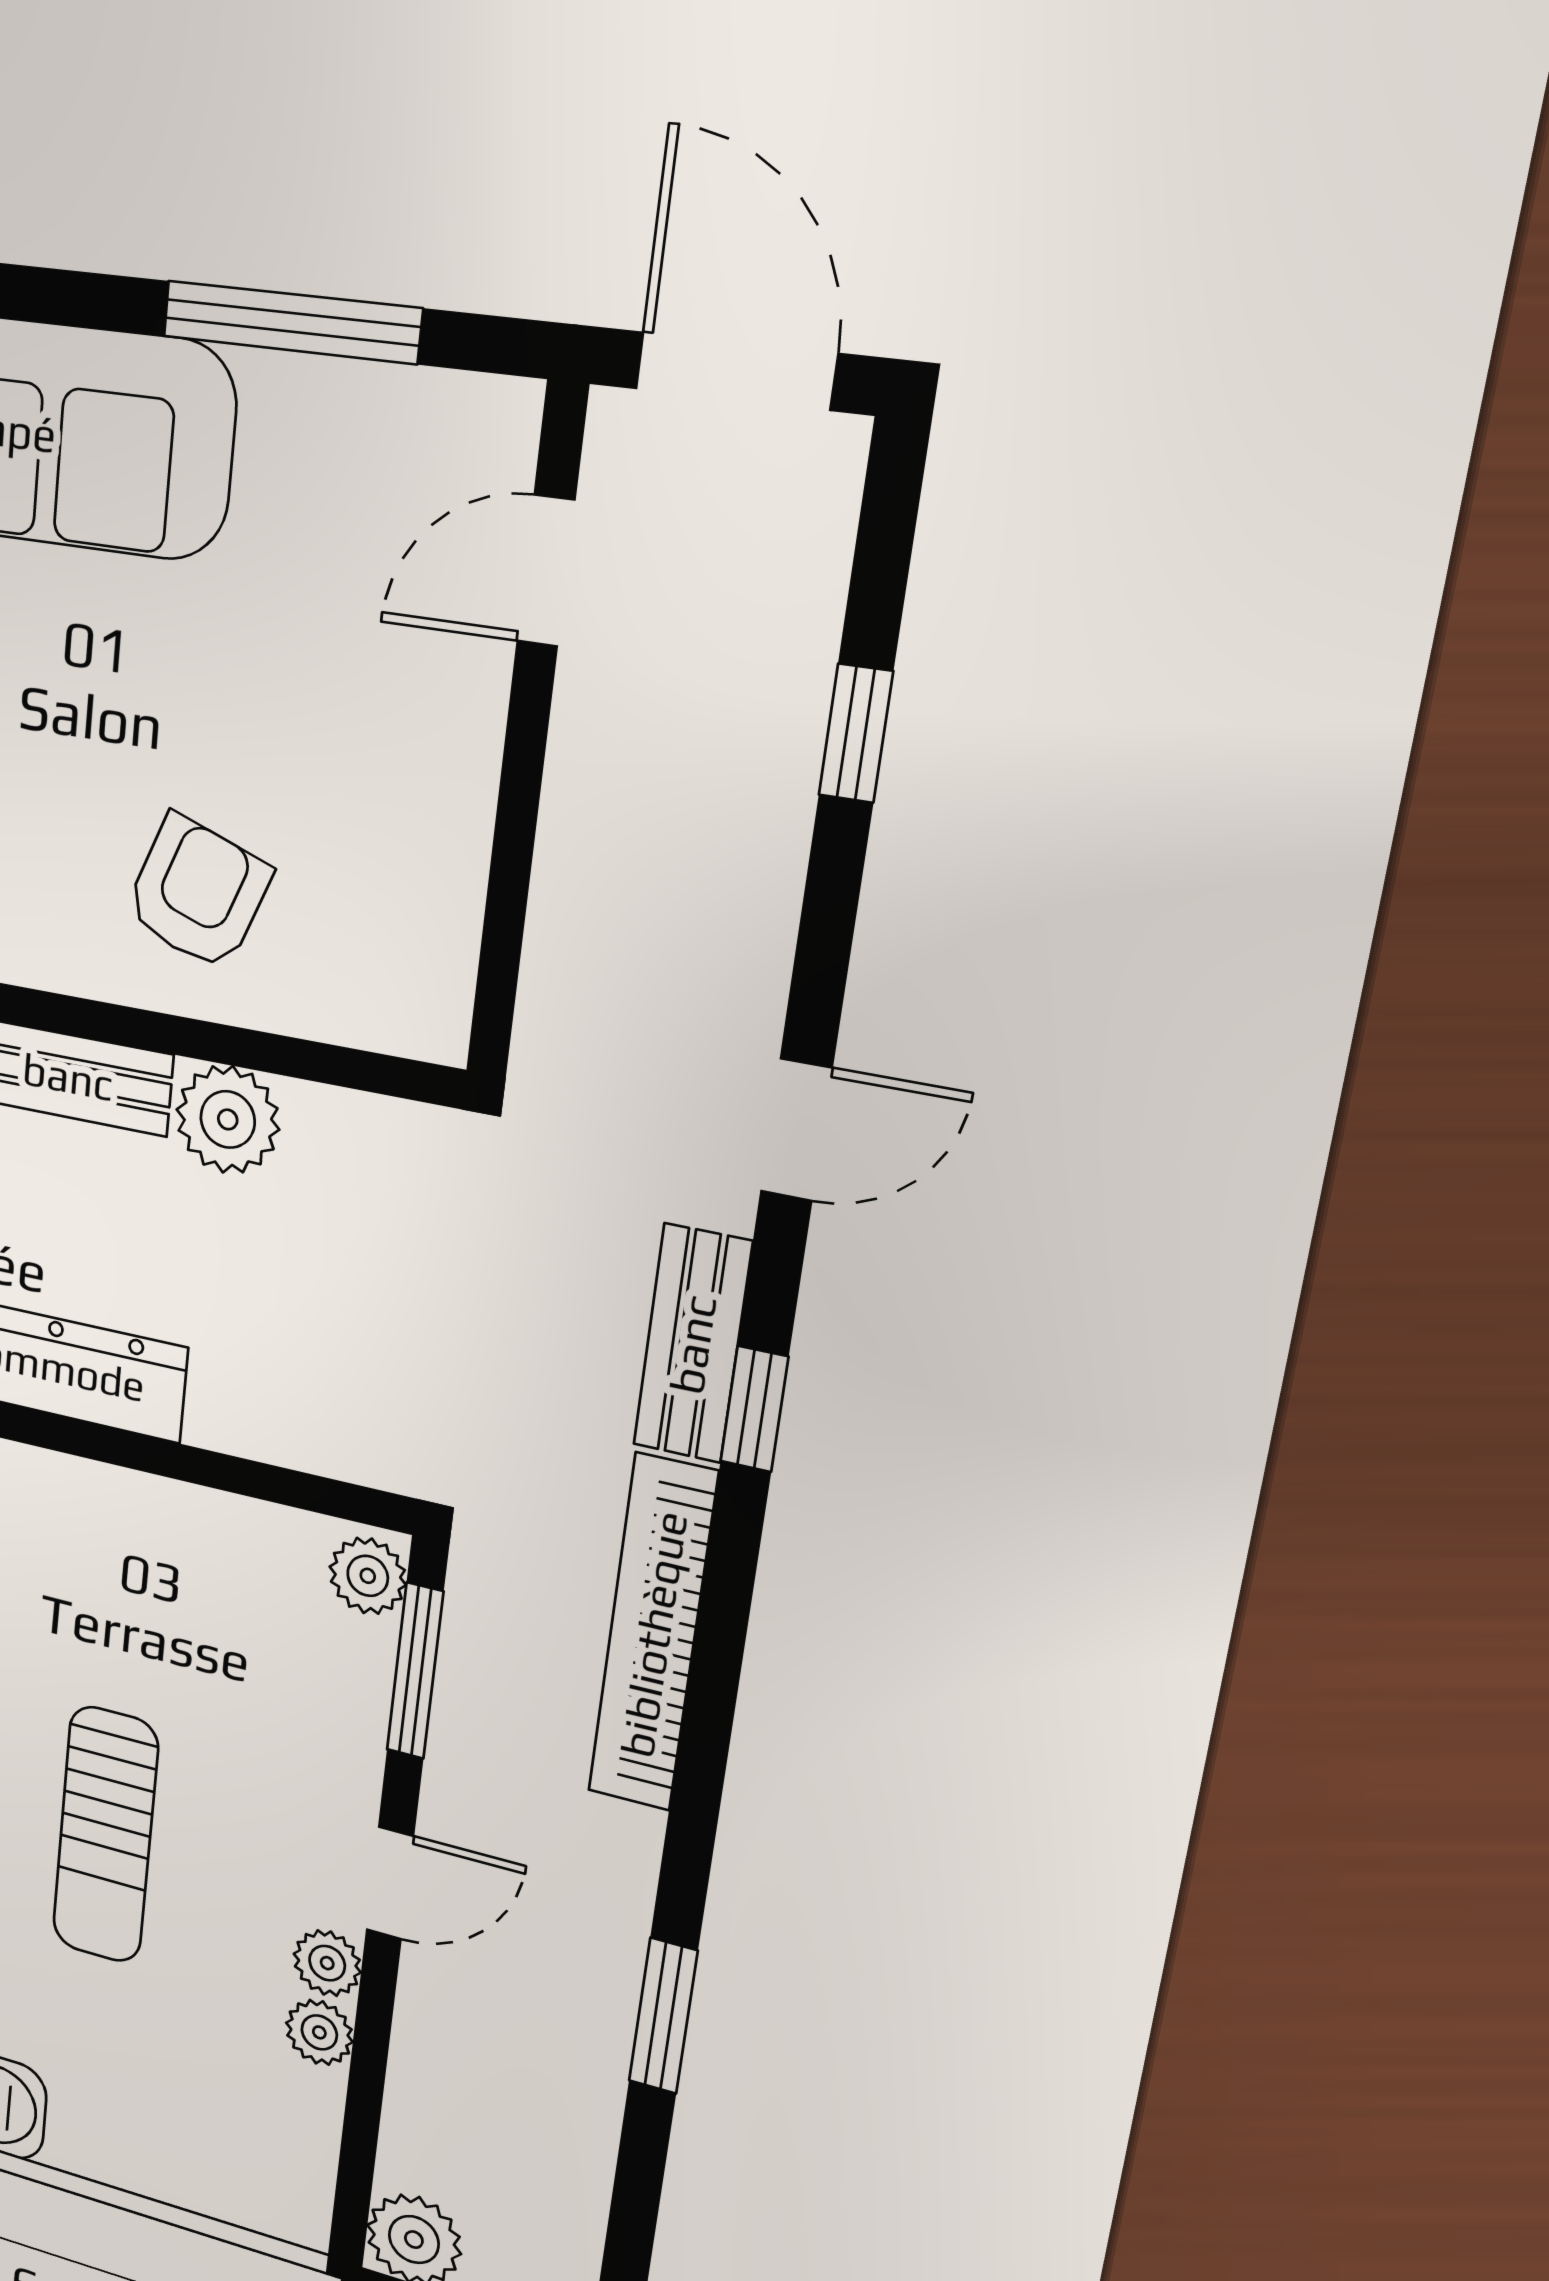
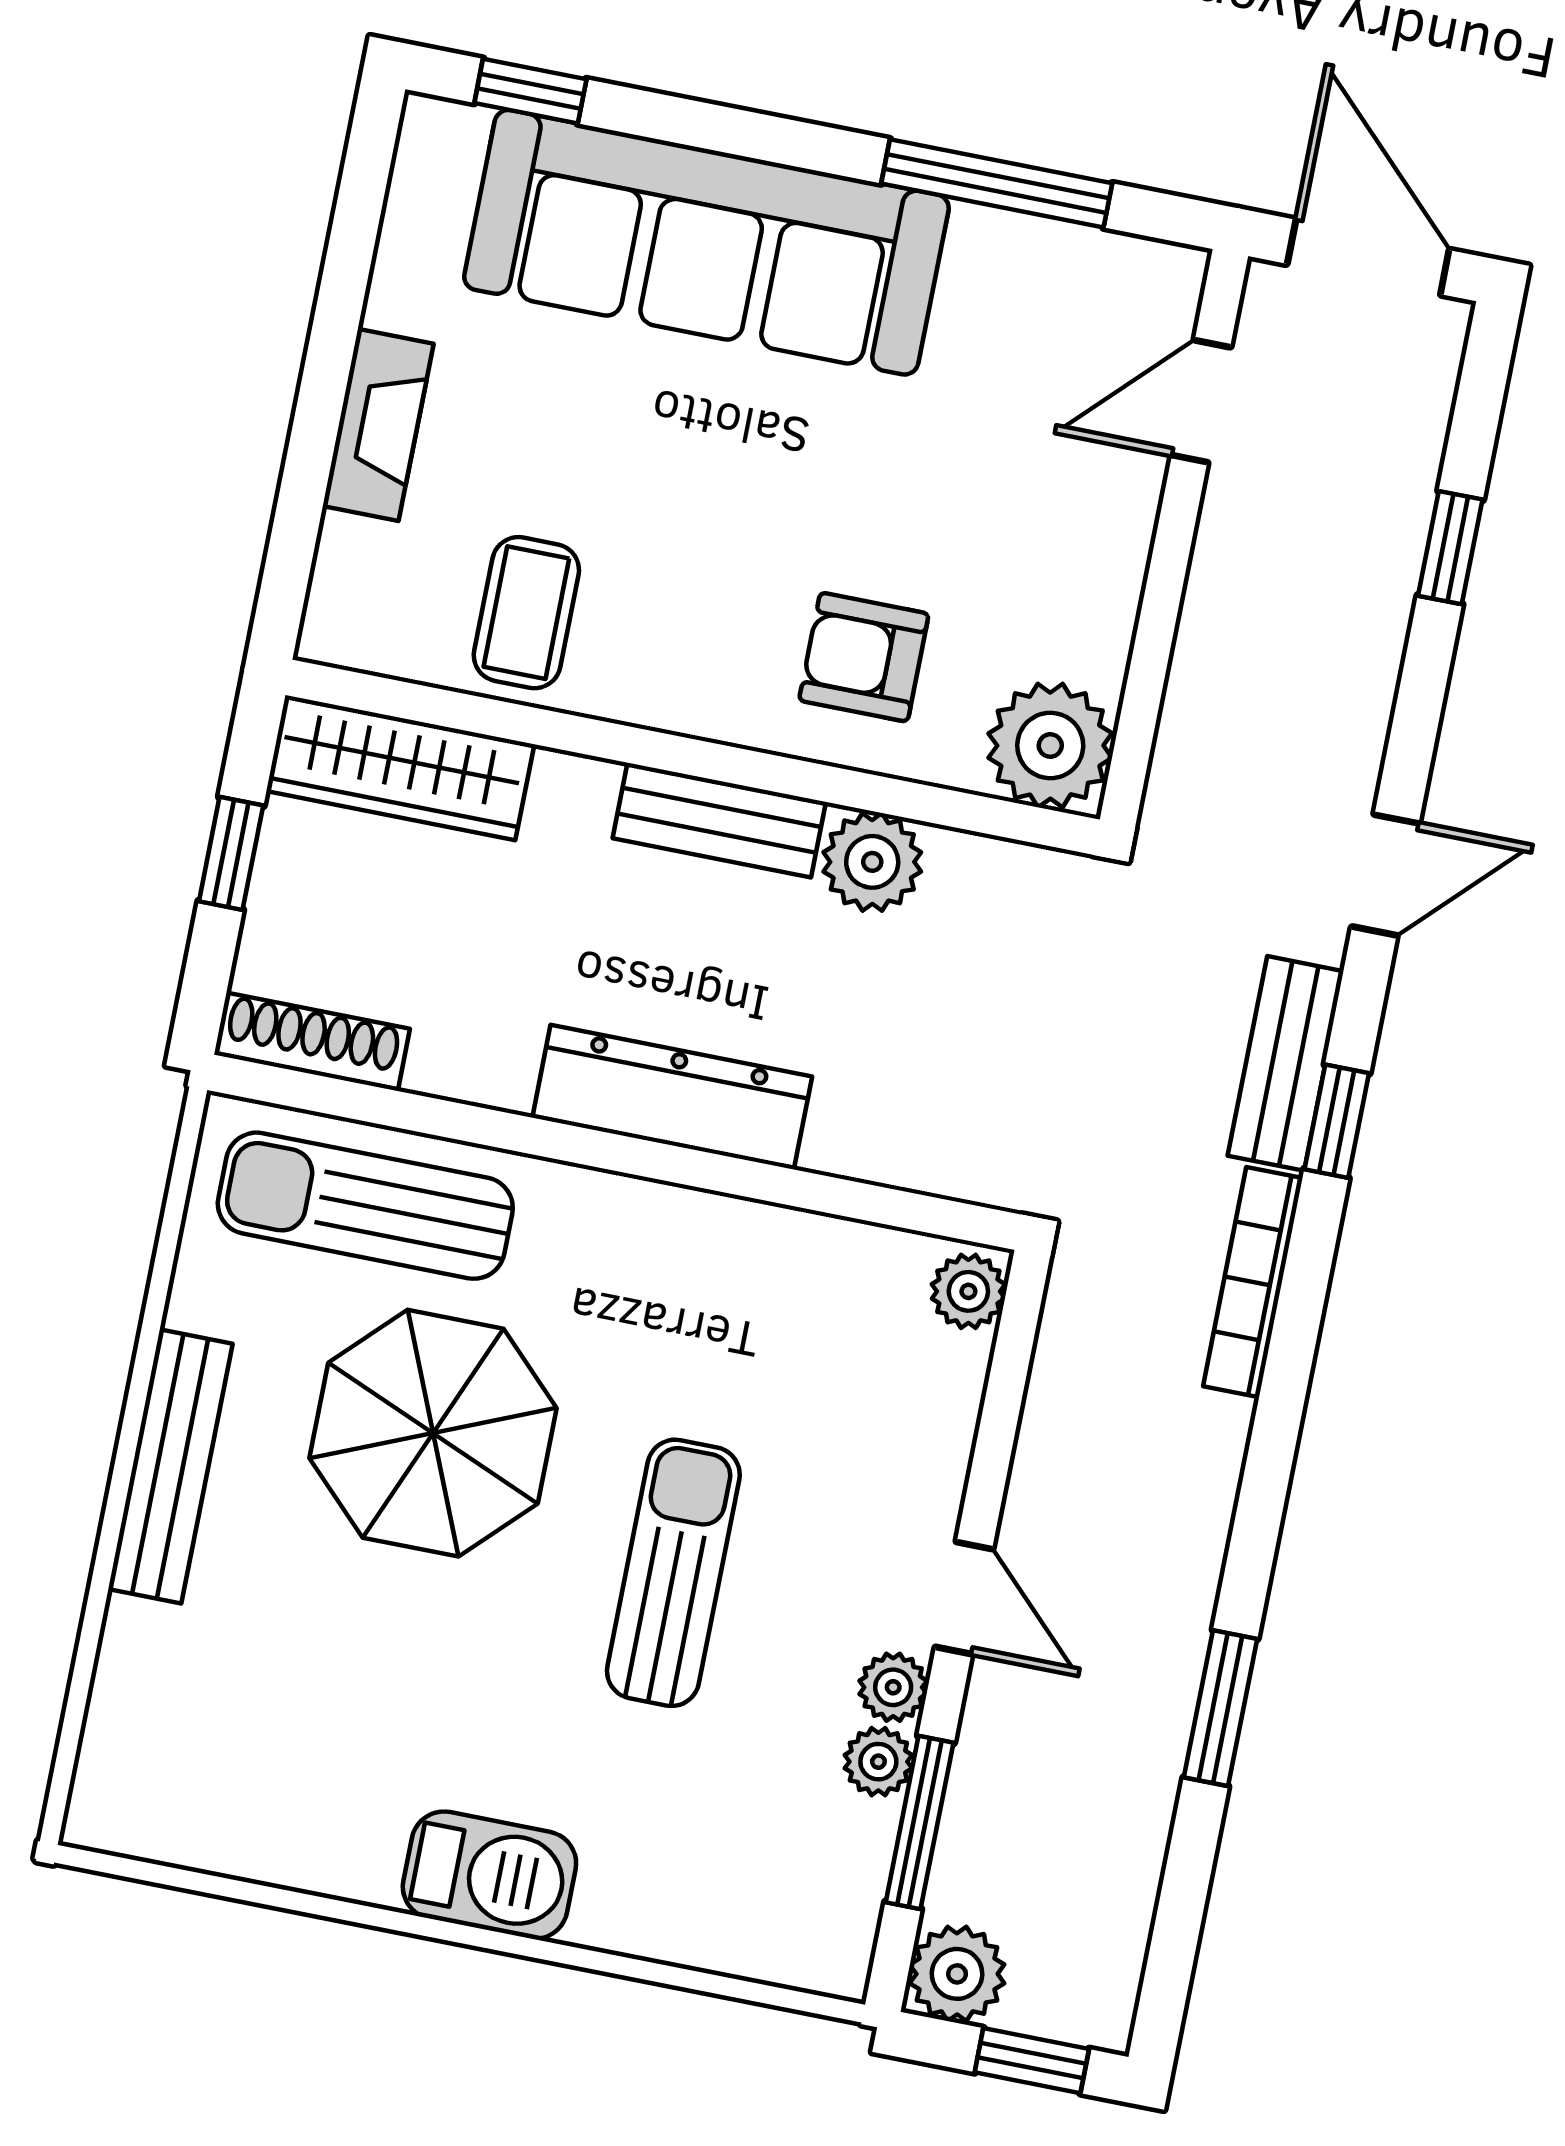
armchair: (198, 893) -> (864, 657), turned -110
plant: (406, 987) -> (1050, 746), added
bookcase: (653, 1634) -> (1253, 1282), width x0.68, depth x0.76
window: (415, 1671) -> (920, 1822), moved
sun lounger: (105, 1835) -> (673, 1573), turned 180
door: (390, 1883) -> (964, 1598), hinge flipped

